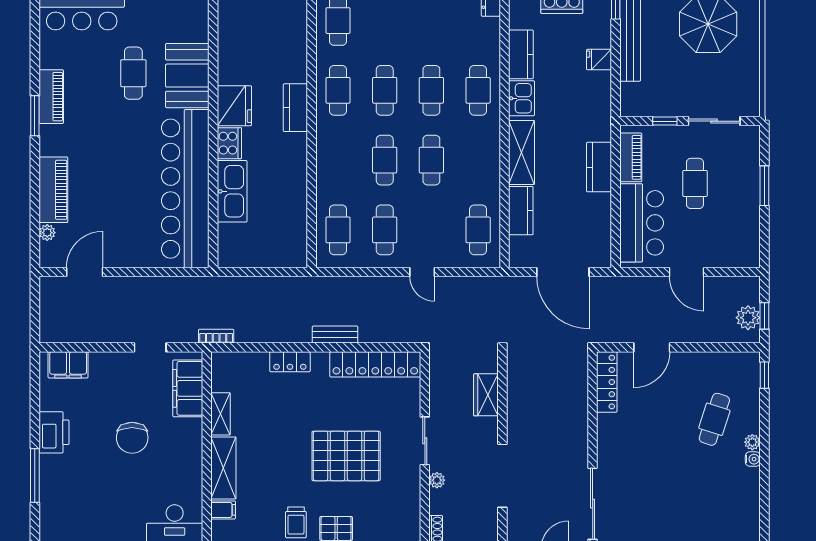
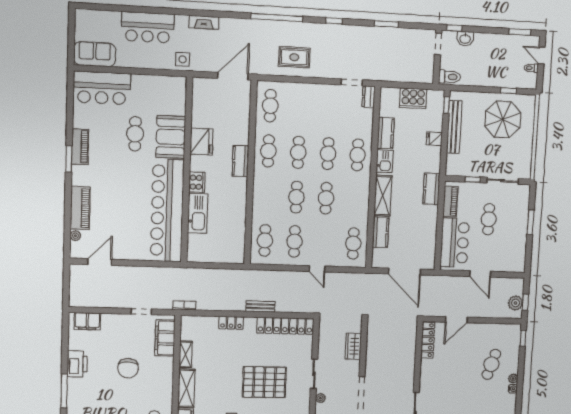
fridge: (234, 106) -> (201, 142), moved
kitchen counter: (599, 167) -> (431, 189), moved

